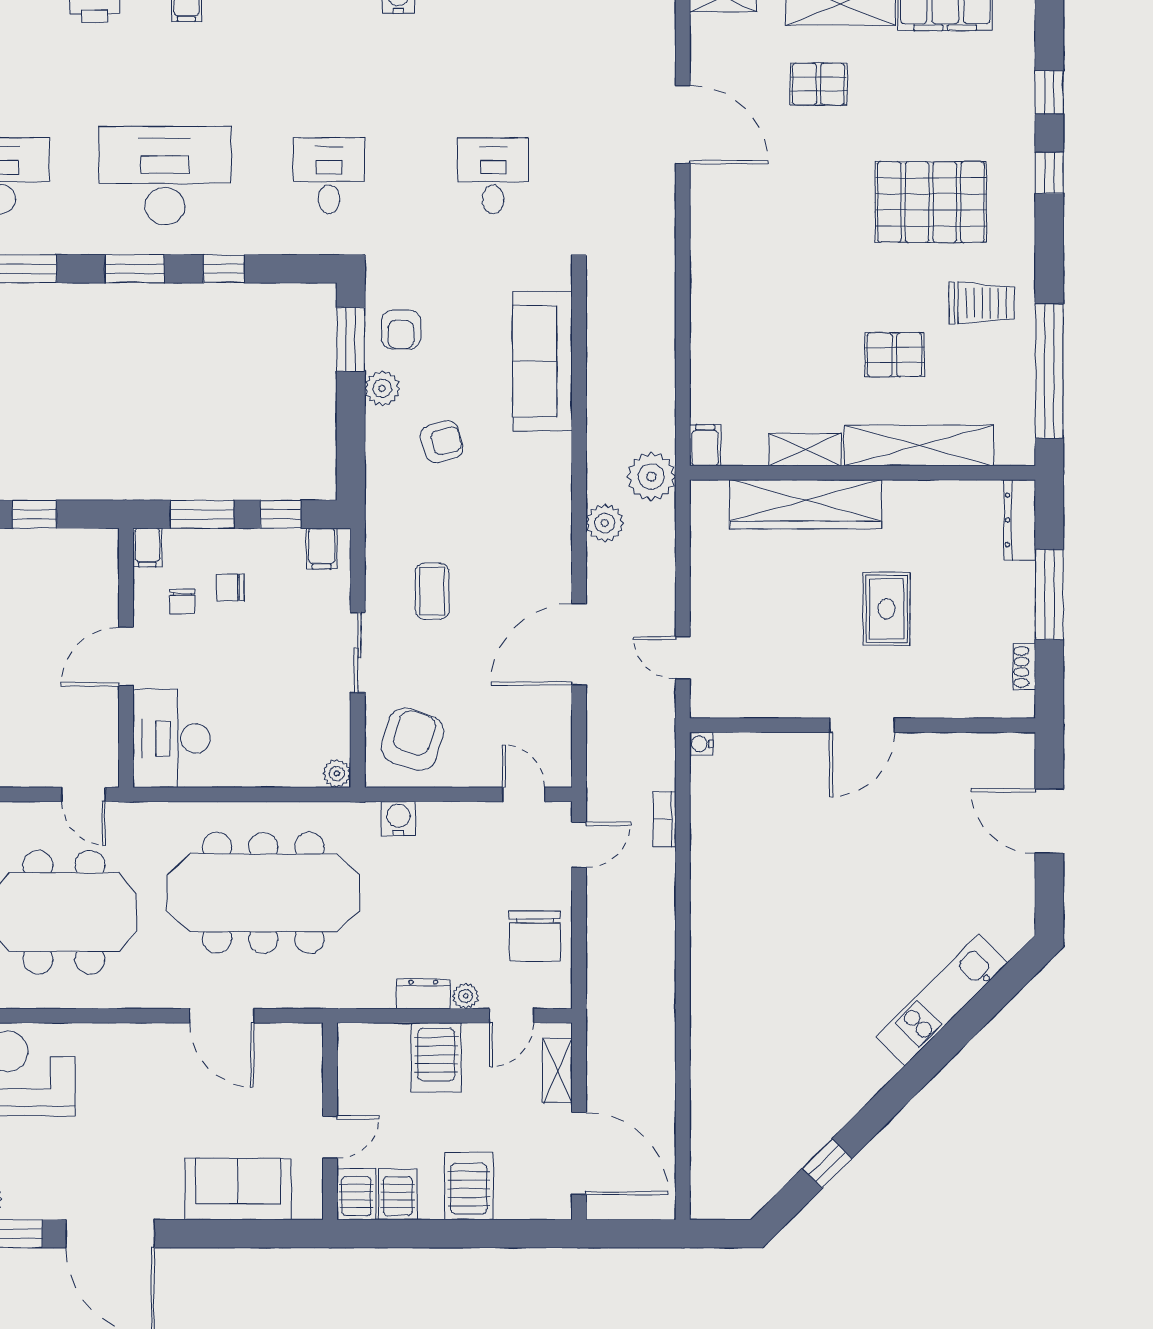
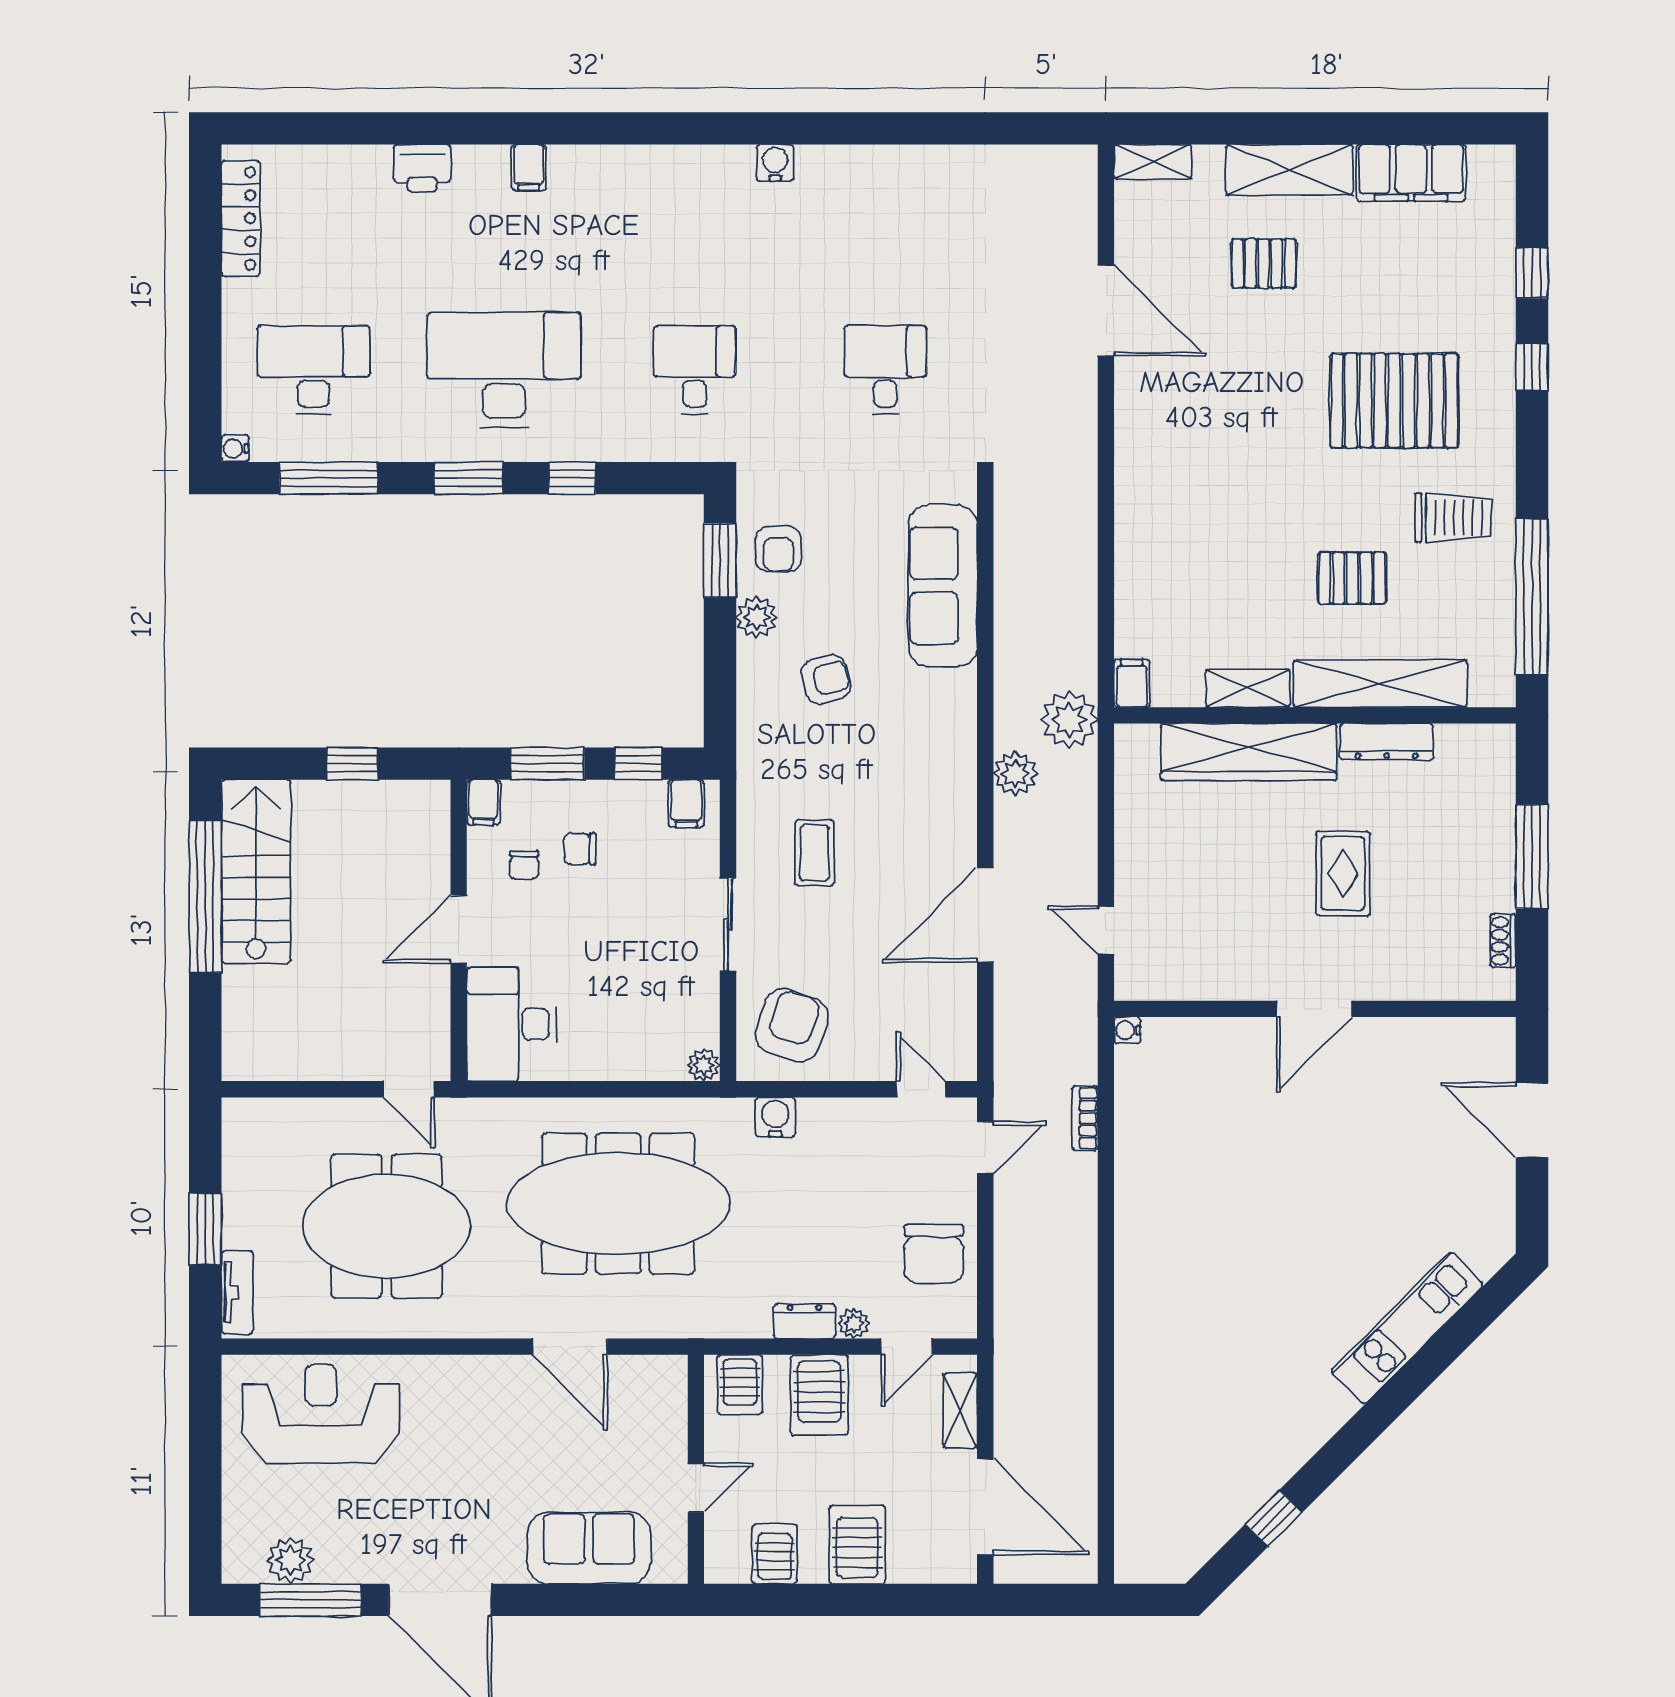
dresser: (1020, 520) -> (1387, 742), moved, turned -90
server rack: (356, 1194) -> (740, 1385), moved, turned 180

